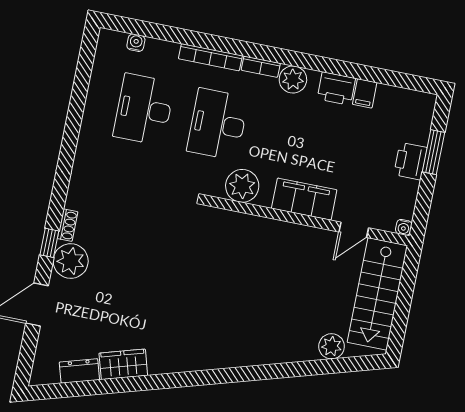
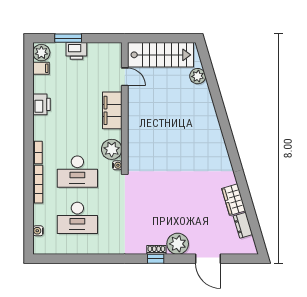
plant: (293, 79) -> (41, 53), moved
filing cabinet: (365, 93) -> (41, 68), moved
water cooler: (404, 227) -> (117, 165), moved
window: (49, 243) -> (156, 259), moved

